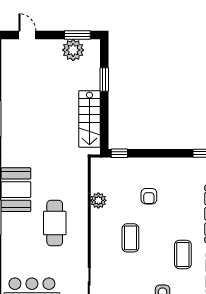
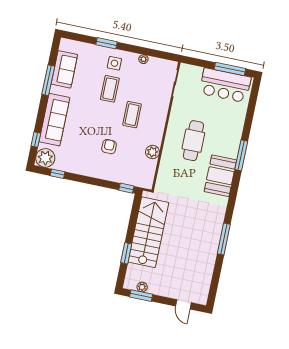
plant: (73, 50) -> (142, 287), width x0.53, depth x0.53
stairs: (89, 119) -> (148, 232), width x1.36, depth x1.51
coffee table: (183, 254) -> (110, 89), moved

